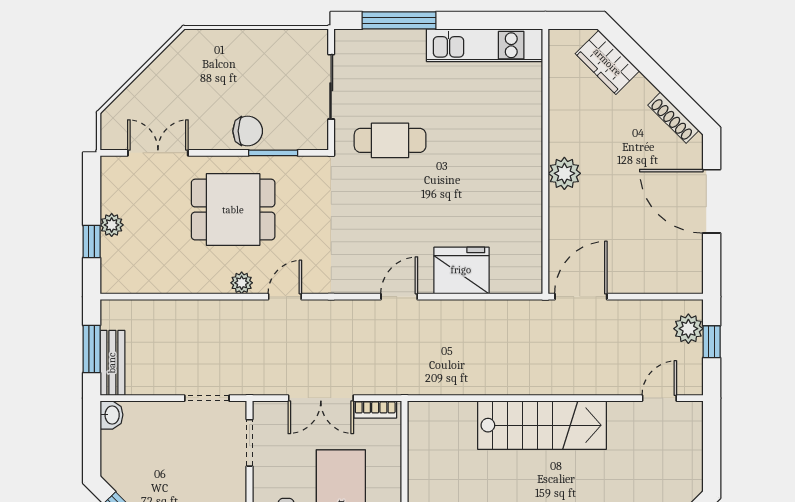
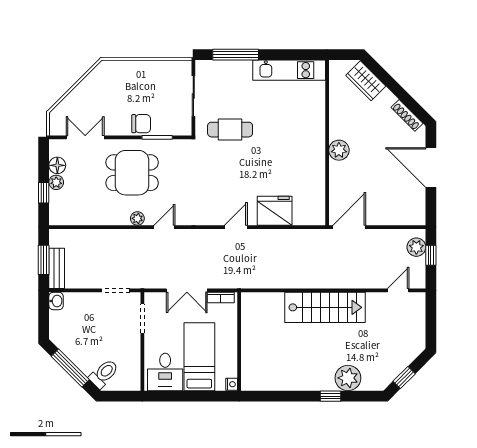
floor lamp: (113, 198) -> (57, 165), added

